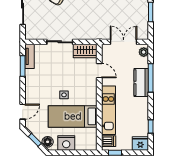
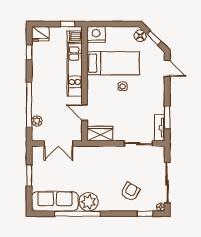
sliding door: (60, 42) -> (138, 144), moved
plant: (144, 52) -> (37, 121), moved
window: (151, 78) -> (29, 105), width x1.46
kitchen counter: (141, 83) -> (39, 100), removed
door: (23, 112) -> (167, 68), swing flipped
nightstand: (66, 143) -> (96, 35), moved

